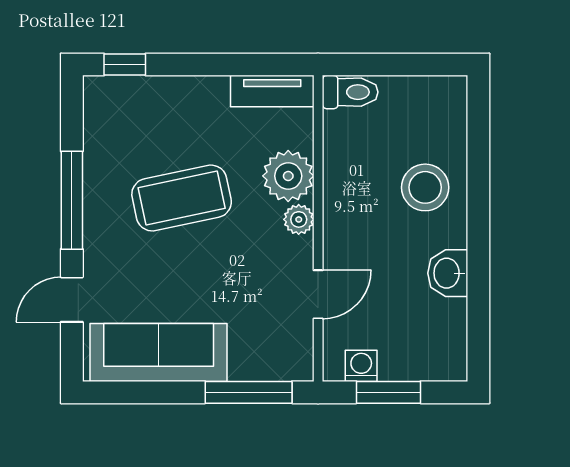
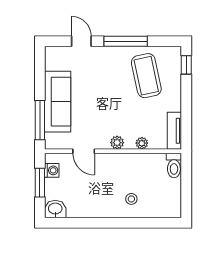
plant: (288, 176) -> (142, 143), width x0.53, depth x0.53
stool: (425, 187) -> (131, 199), width x0.53, depth x0.53
coffee table: (182, 198) -> (146, 76), moved
washbasin: (448, 273) -> (55, 209), moved
sofa: (159, 353) -> (58, 102), moved

